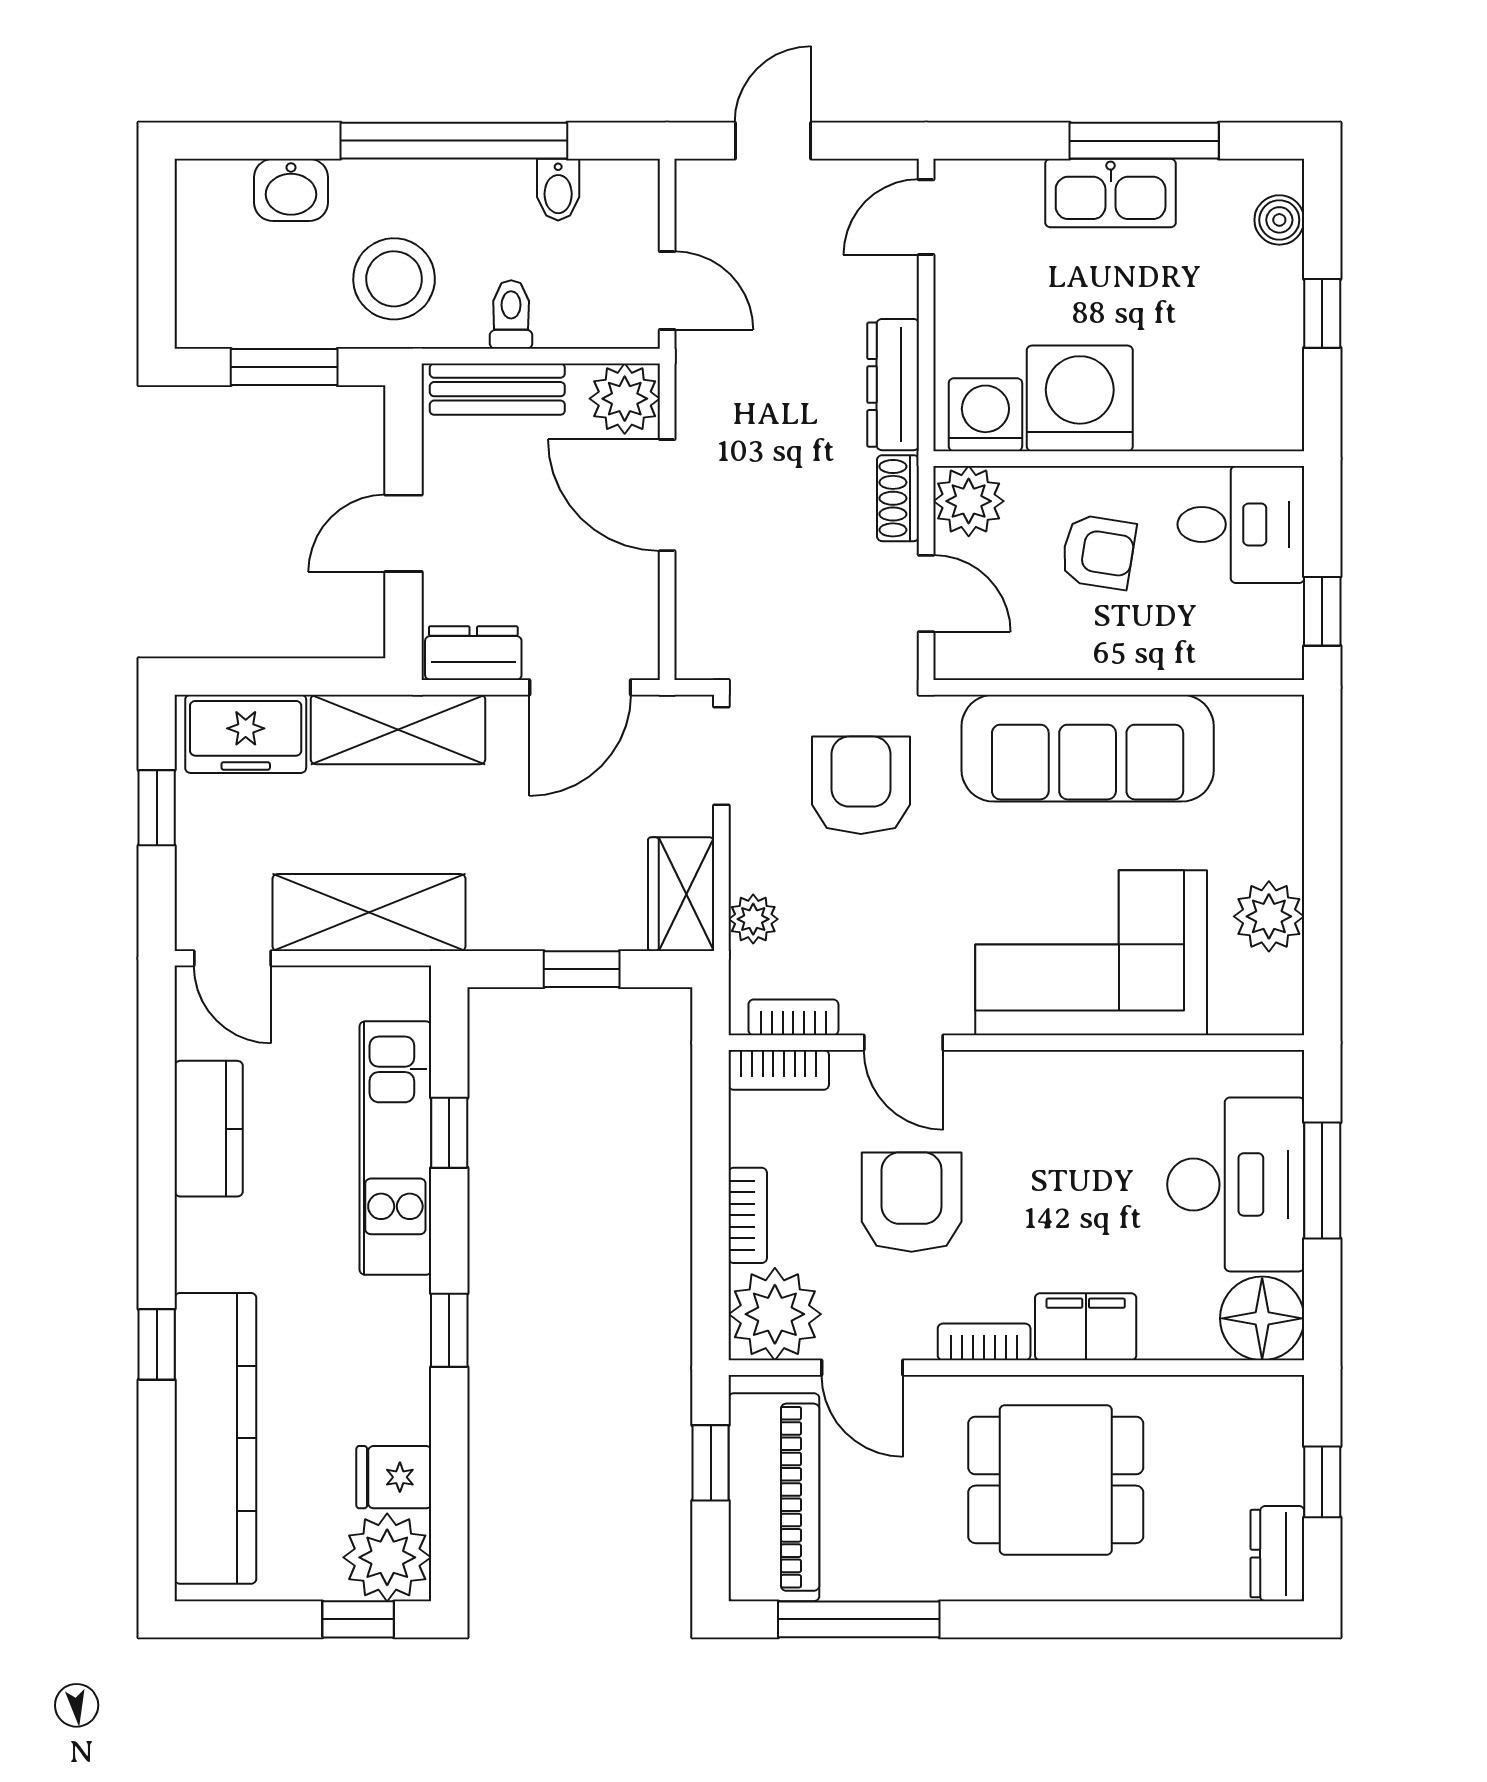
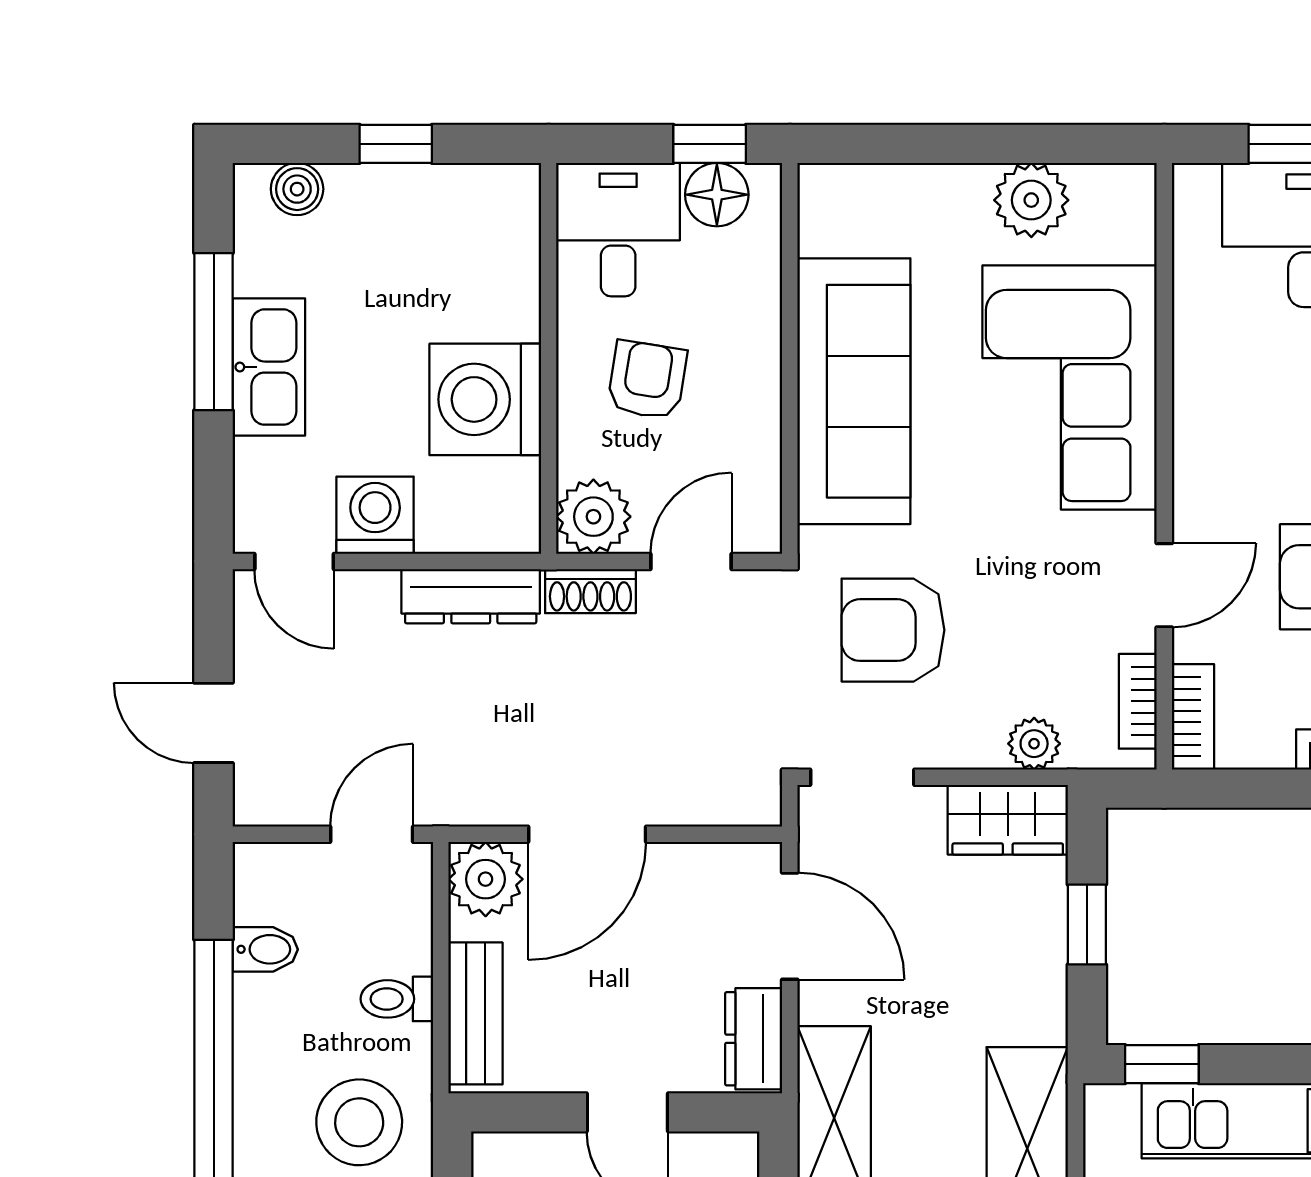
washing machine: (985, 415) -> (375, 515), moved, turned 90
floor lamp: (1274, 618) -> (717, 195), added
window: (449, 1133) -> (1162, 1064), moved

